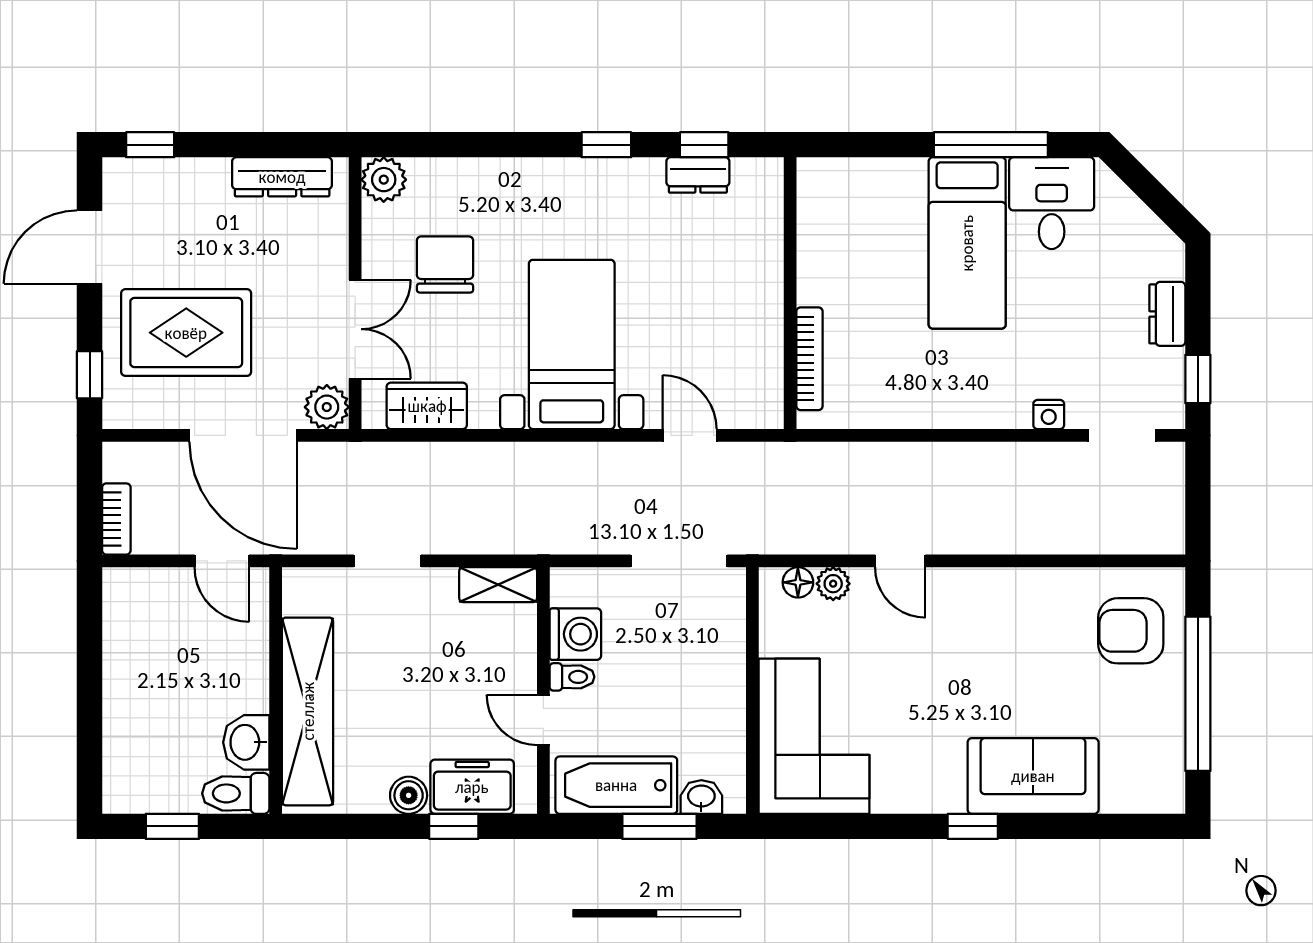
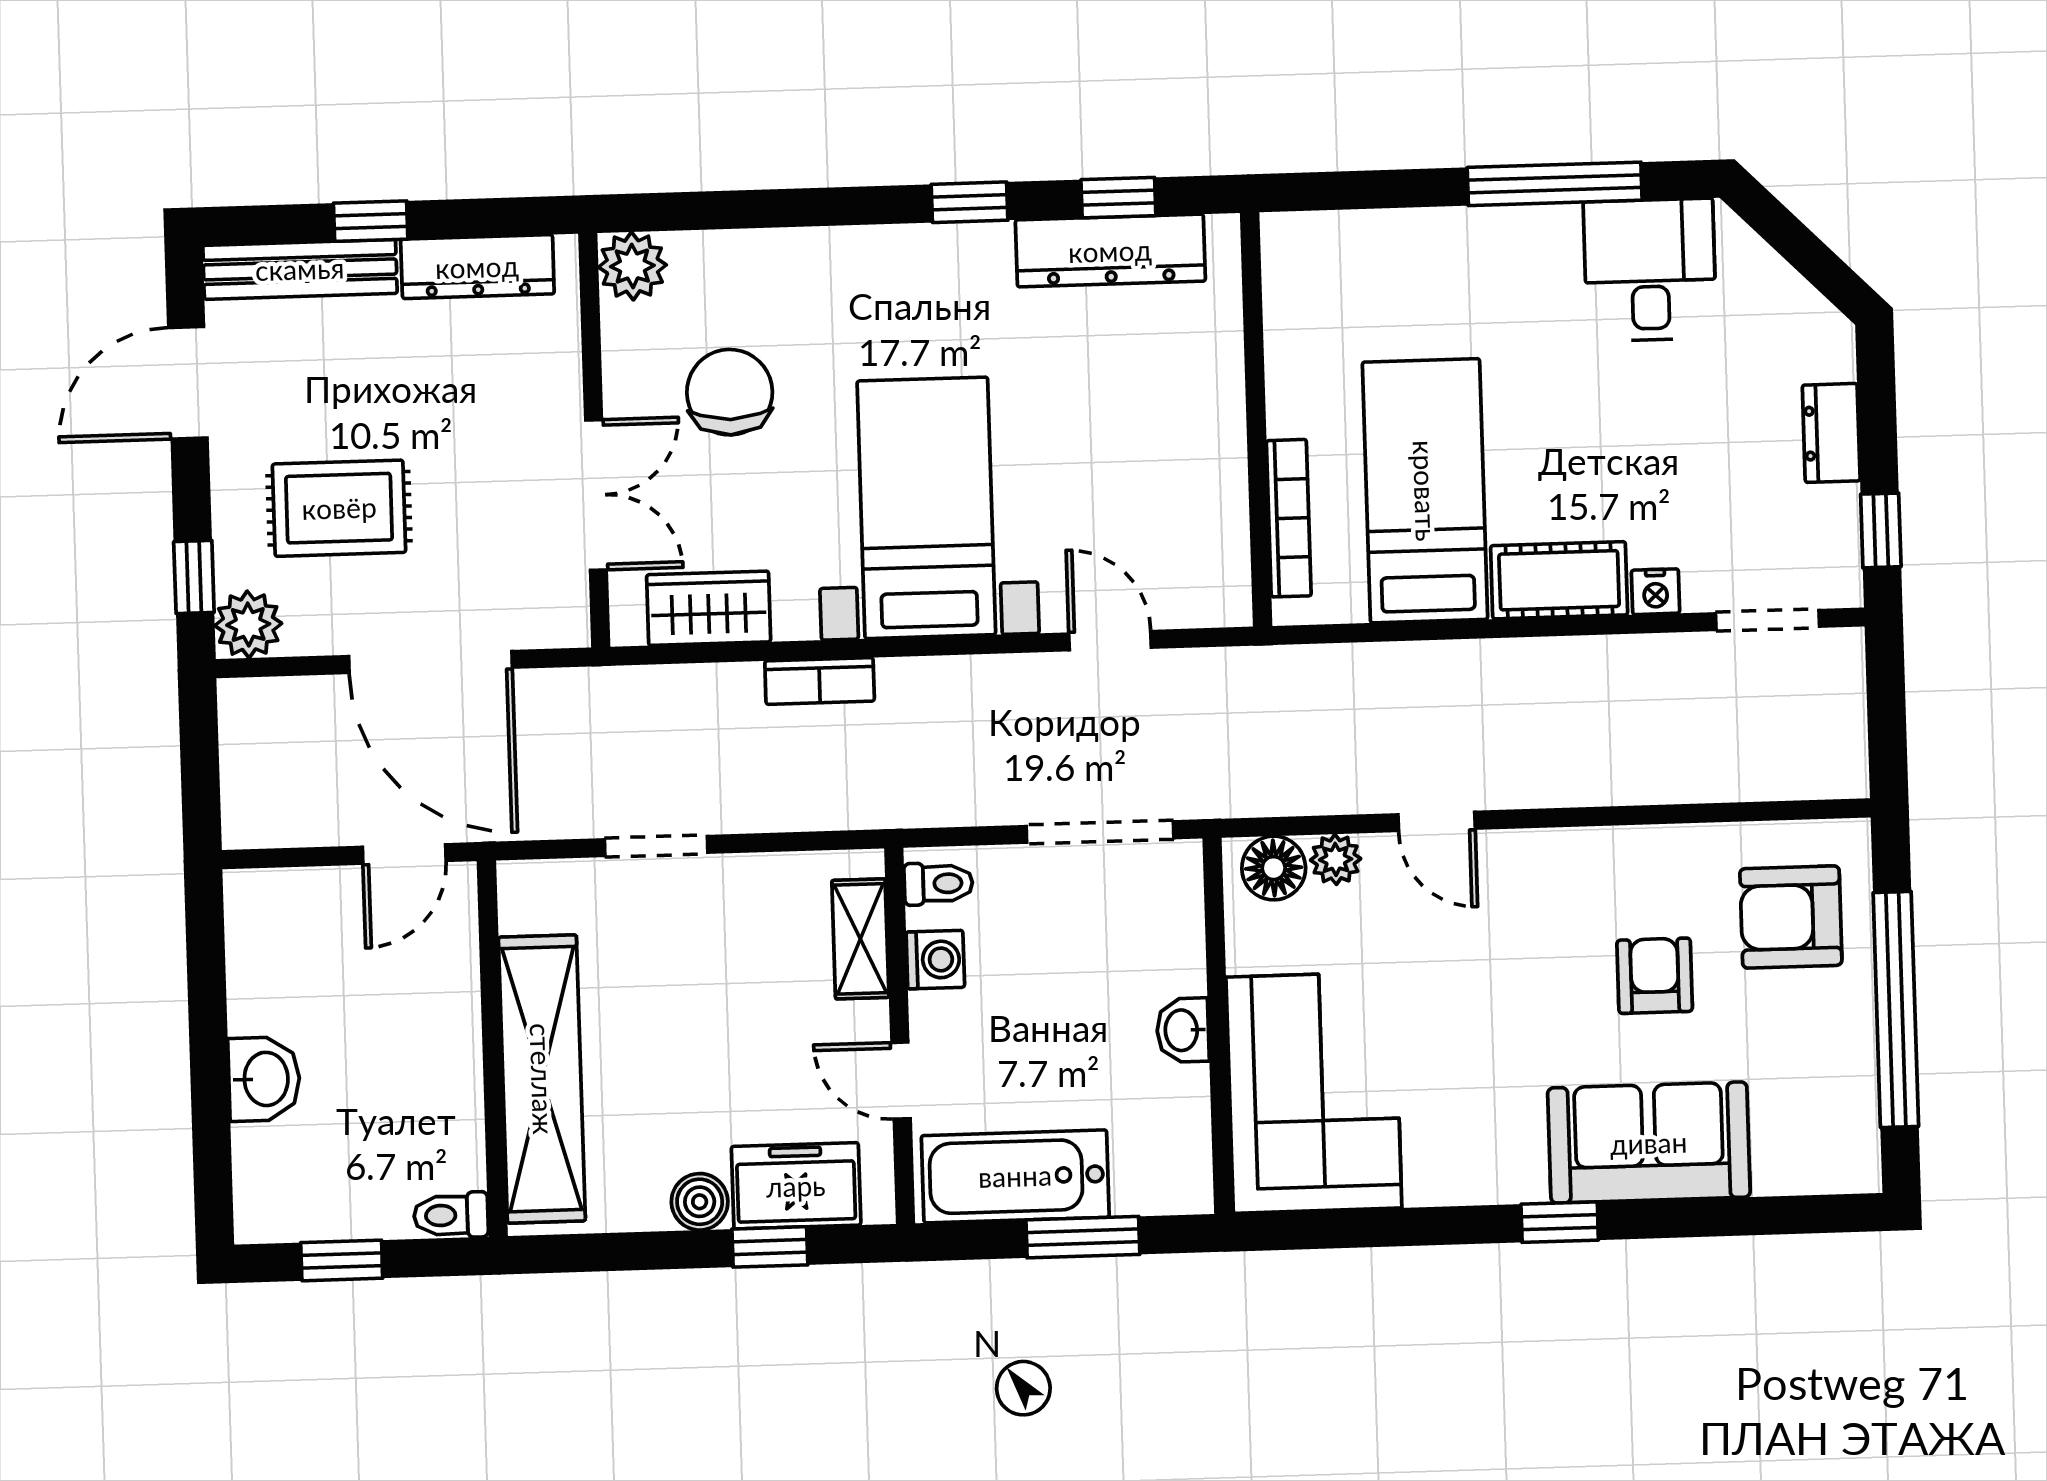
window: (150, 145) -> (371, 221), moved
bench: (165, 175) -> (300, 269), added
dresser: (698, 175) -> (1110, 251), width x1.96, depth x1.24
bed: (967, 243) -> (1425, 491), moved, turned 180
rug: (186, 333) -> (339, 508), width x0.73, depth x0.70
cot: (986, 405) -> (1559, 580), added
plant: (327, 407) -> (248, 625), moved
bookcase: (116, 519) -> (820, 681), moved, turned 90
door: (222, 561) -> (404, 854), hinge flipped
floor lamp: (798, 582) -> (1274, 868), width x1.37, depth x1.37
shelving: (498, 585) -> (860, 939), moved, turned 90
washing machine: (575, 634) -> (935, 960), width x0.73, depth x0.73
armchair: (1040, 667) -> (1655, 976), added
toilet: (572, 677) -> (938, 884), moved
washbasin: (246, 742) -> (264, 1079), moved, turned 180
toilet: (236, 793) -> (451, 1215), width x0.73, depth x0.72
washbasin: (701, 797) -> (1183, 1030), moved, turned -90

